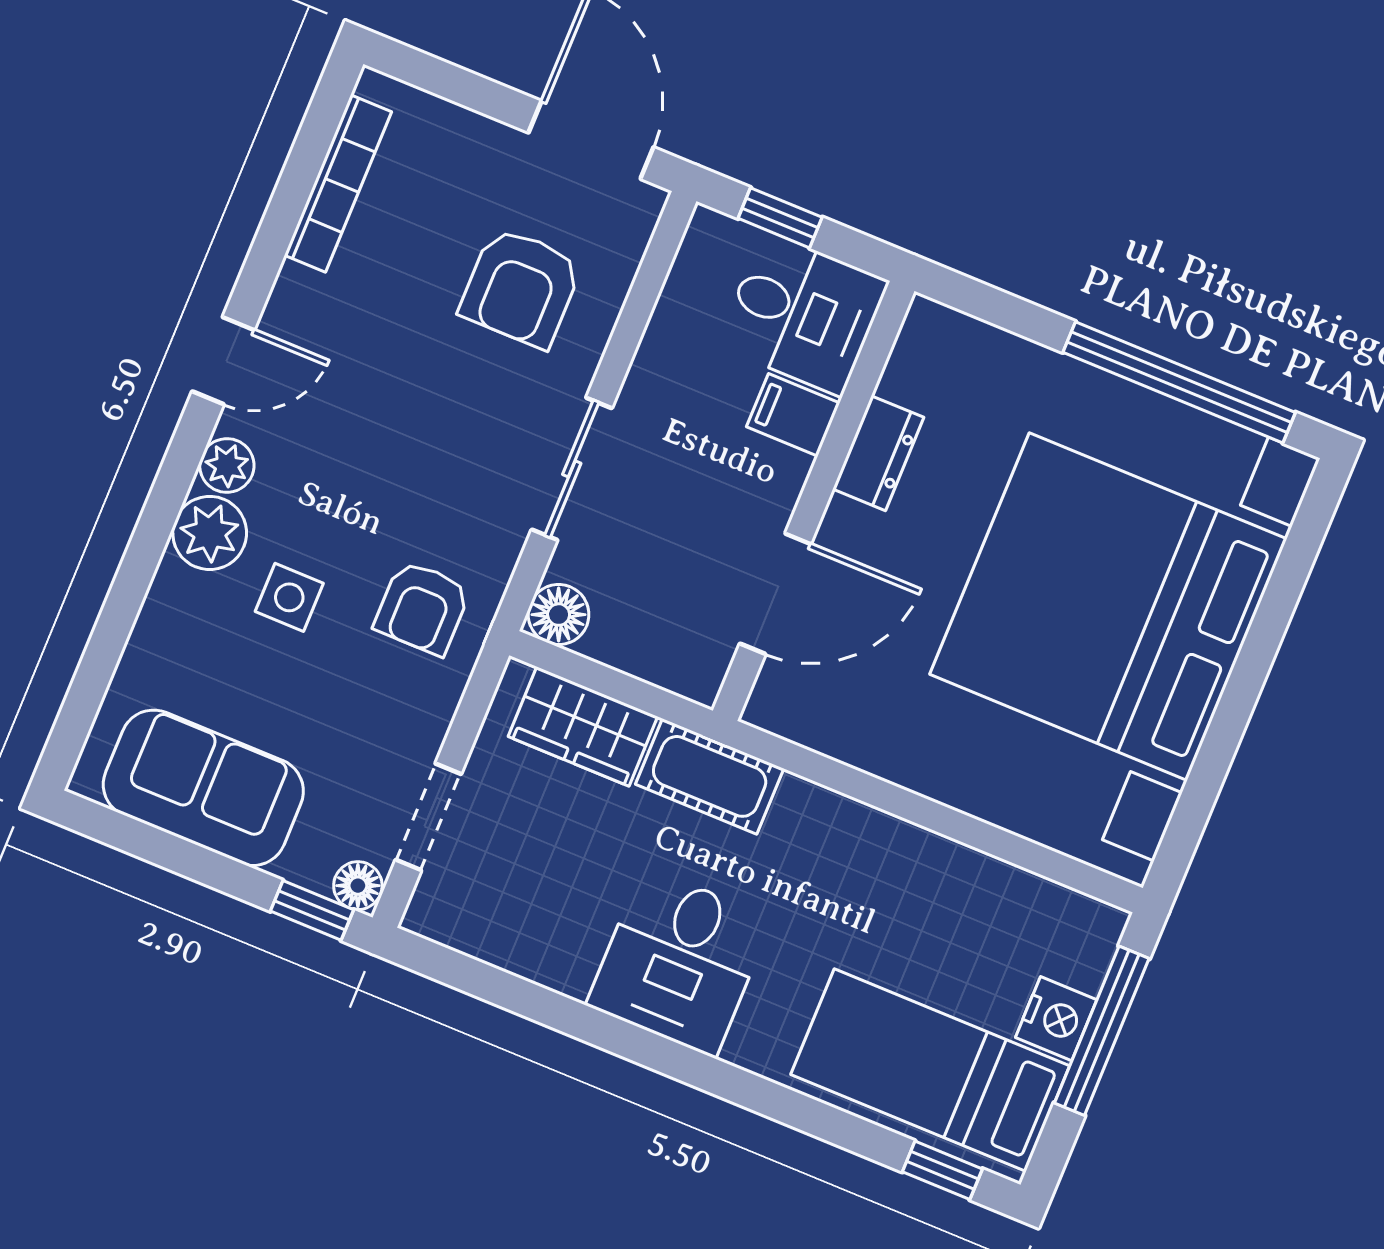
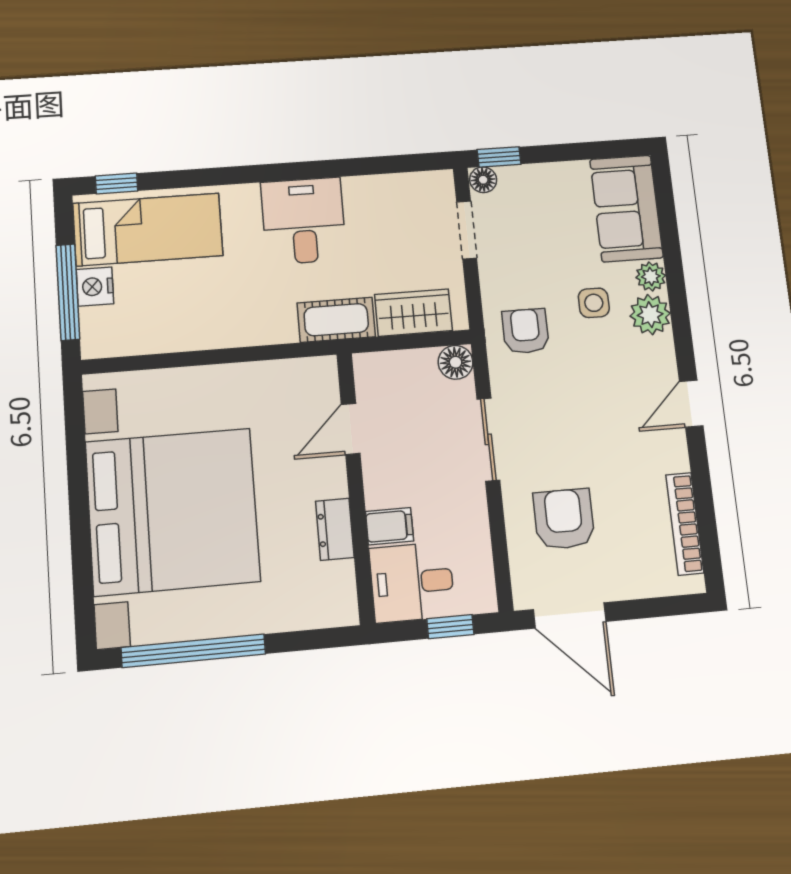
plant: (227, 465) -> (651, 276), moved
door: (775, 594) -> (351, 429), width x0.73
sofa: (203, 788) -> (626, 208), moved, turned 90

